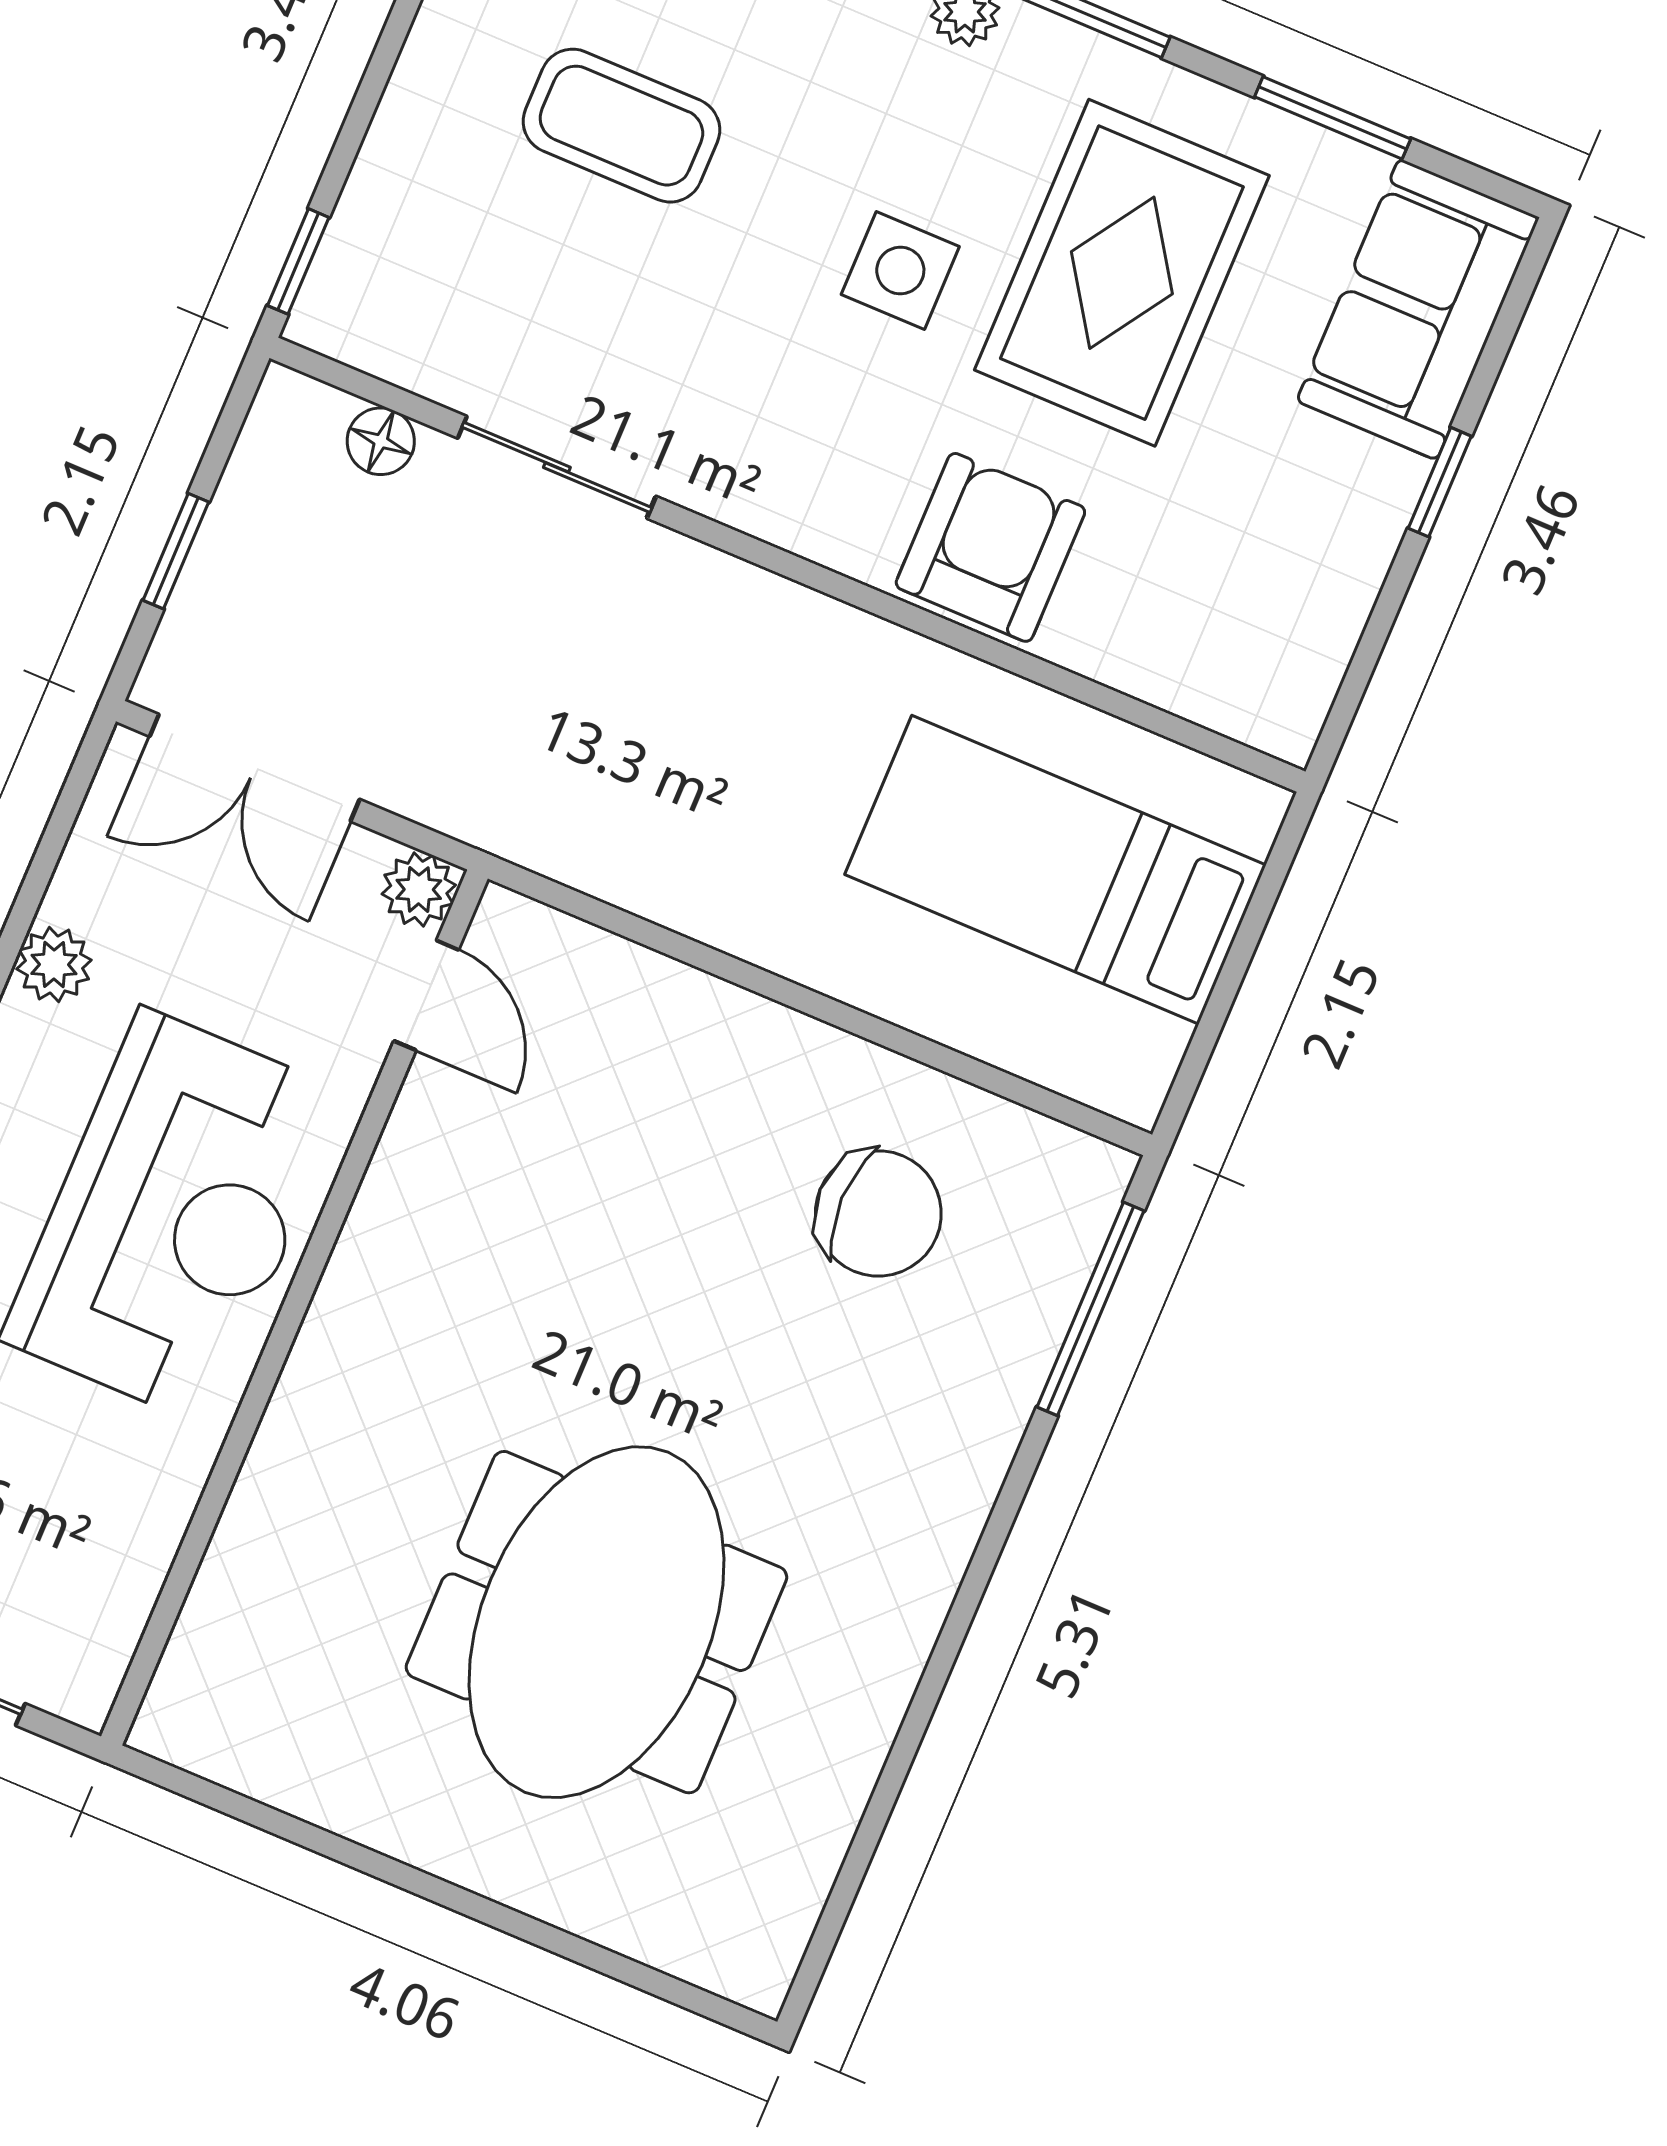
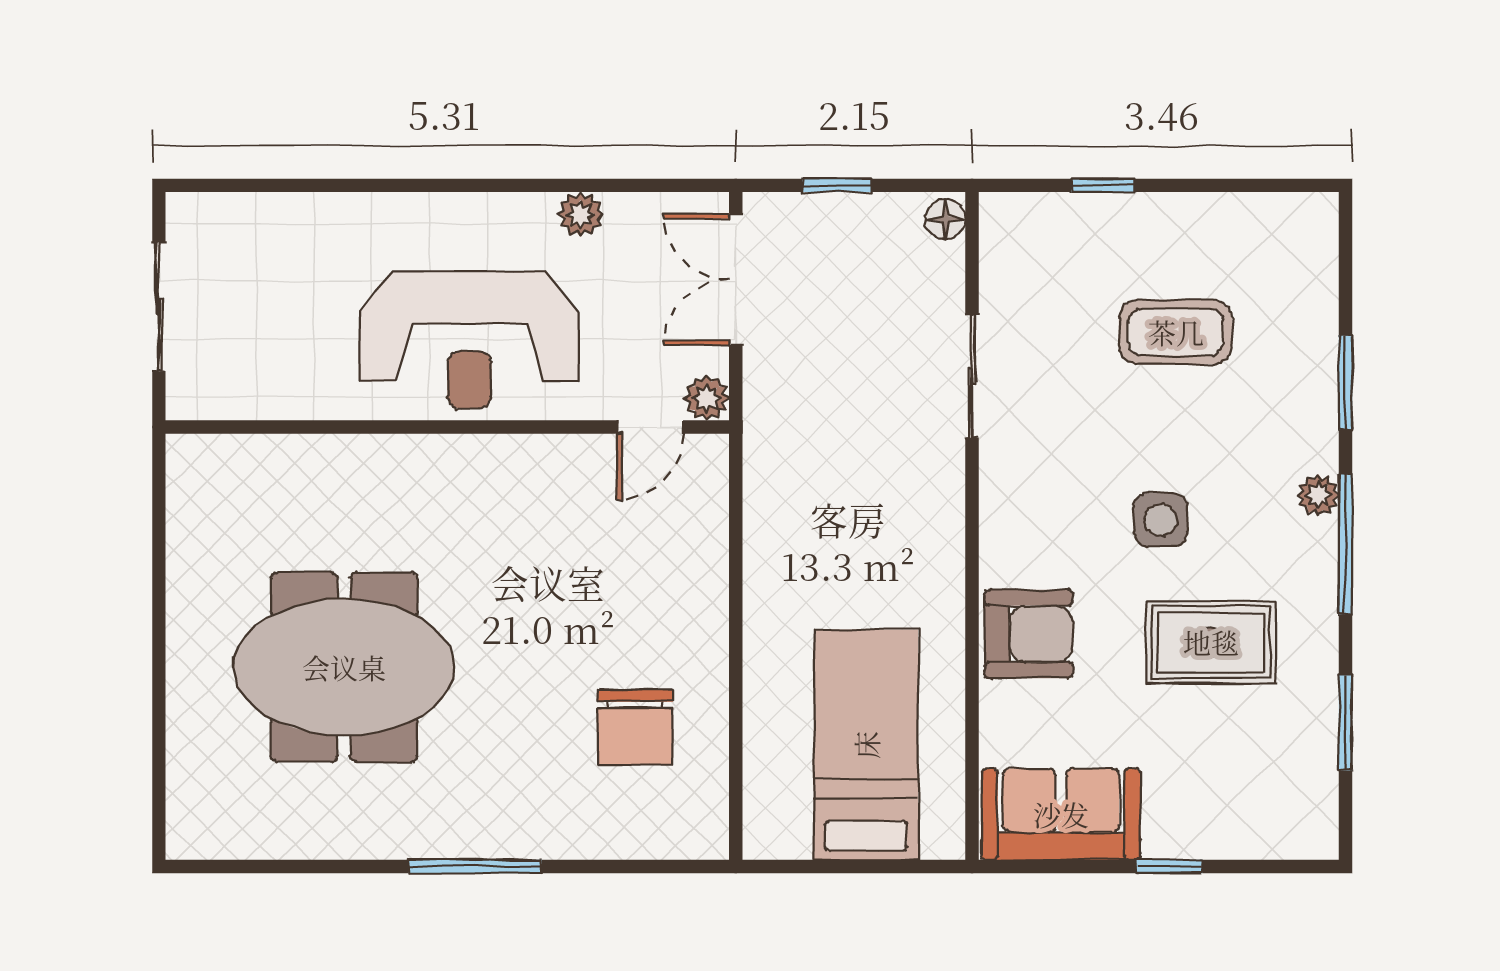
coffee table: (621, 126) -> (1176, 332), turned 90
window: (298, 261) -> (1103, 185), moved
rug: (1122, 273) -> (1211, 642), width x0.73, depth x0.70
sofa: (1418, 309) -> (1061, 814), moved
floor lamp: (381, 441) -> (945, 219), moved
window: (1091, 1309) -> (475, 867), moved

